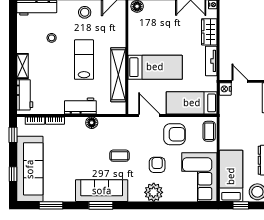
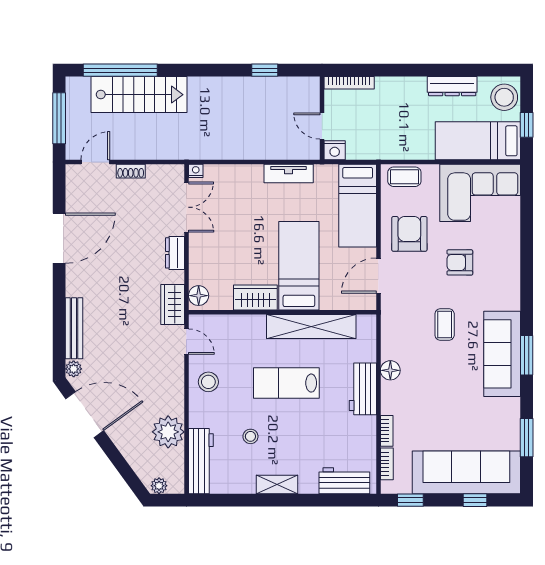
wardrobe: (209, 32) -> (255, 298), moved, turned 180
shelving: (22, 66) -> (277, 485), moved
door: (240, 81) -> (322, 126), hinge flipped
plant: (154, 192) -> (505, 268), removed

